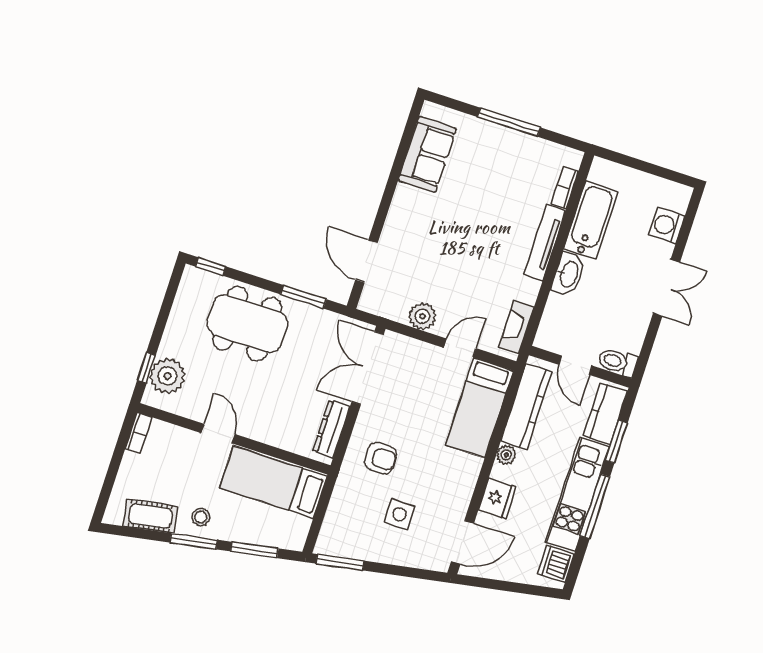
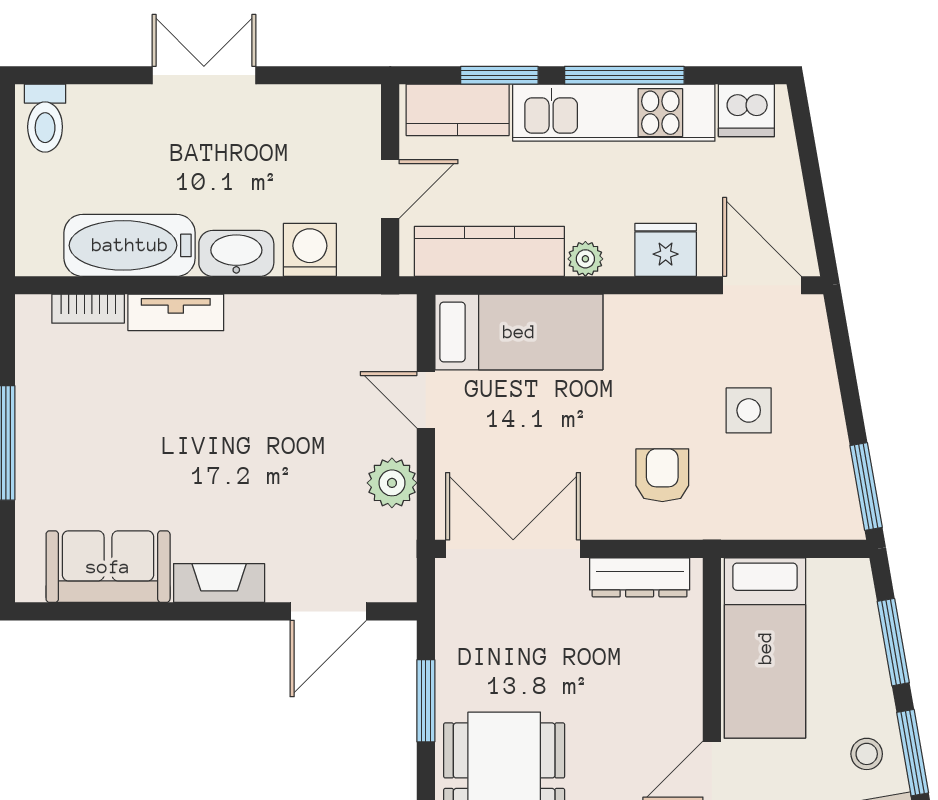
washing machine: (667, 225) -> (310, 250), moved, turned 180
tv unit: (545, 243) -> (176, 312), width x0.71
fireplace: (516, 327) -> (219, 583), moved, turned 180
toilet: (618, 362) -> (45, 118), moved
double door: (368, 368) -> (513, 549), swing flipped

